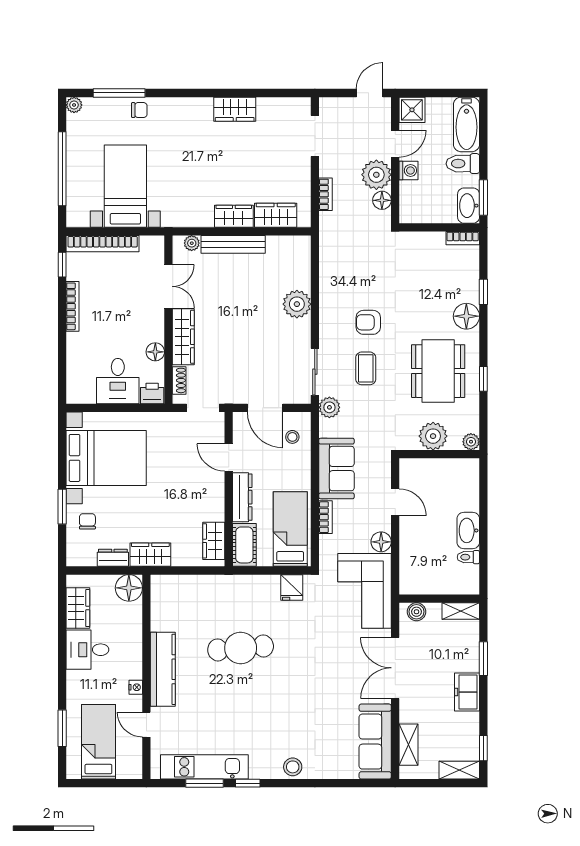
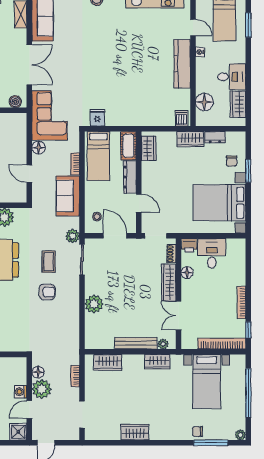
wardrobe: (234, 216) -> (157, 362), moved
dishwasher: (164, 586) -> (181, 118), added
floor lamp: (129, 588) -> (204, 102), moved
cafe table: (241, 648) -> (131, 78), removed

